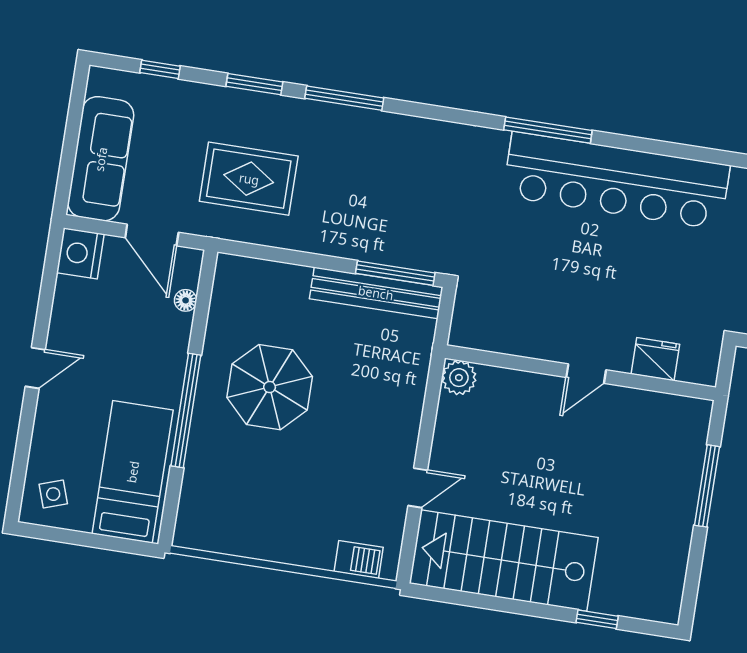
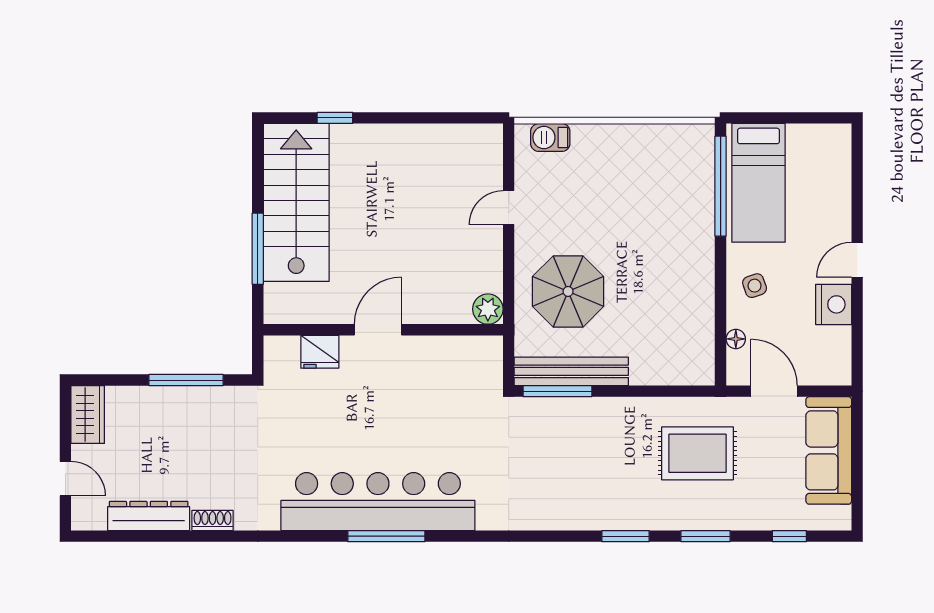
window: (344, 98) -> (625, 536), width x0.69
window: (548, 130) -> (386, 536), moved
nightstand: (80, 253) -> (834, 304), moved
door: (586, 374) -> (378, 330), width x1.38
parasol: (270, 387) -> (568, 291), moved
window: (186, 410) -> (721, 186), moved
side table: (53, 494) -> (755, 286), moved
stairs: (504, 560) -> (296, 202), moved, turned -90

